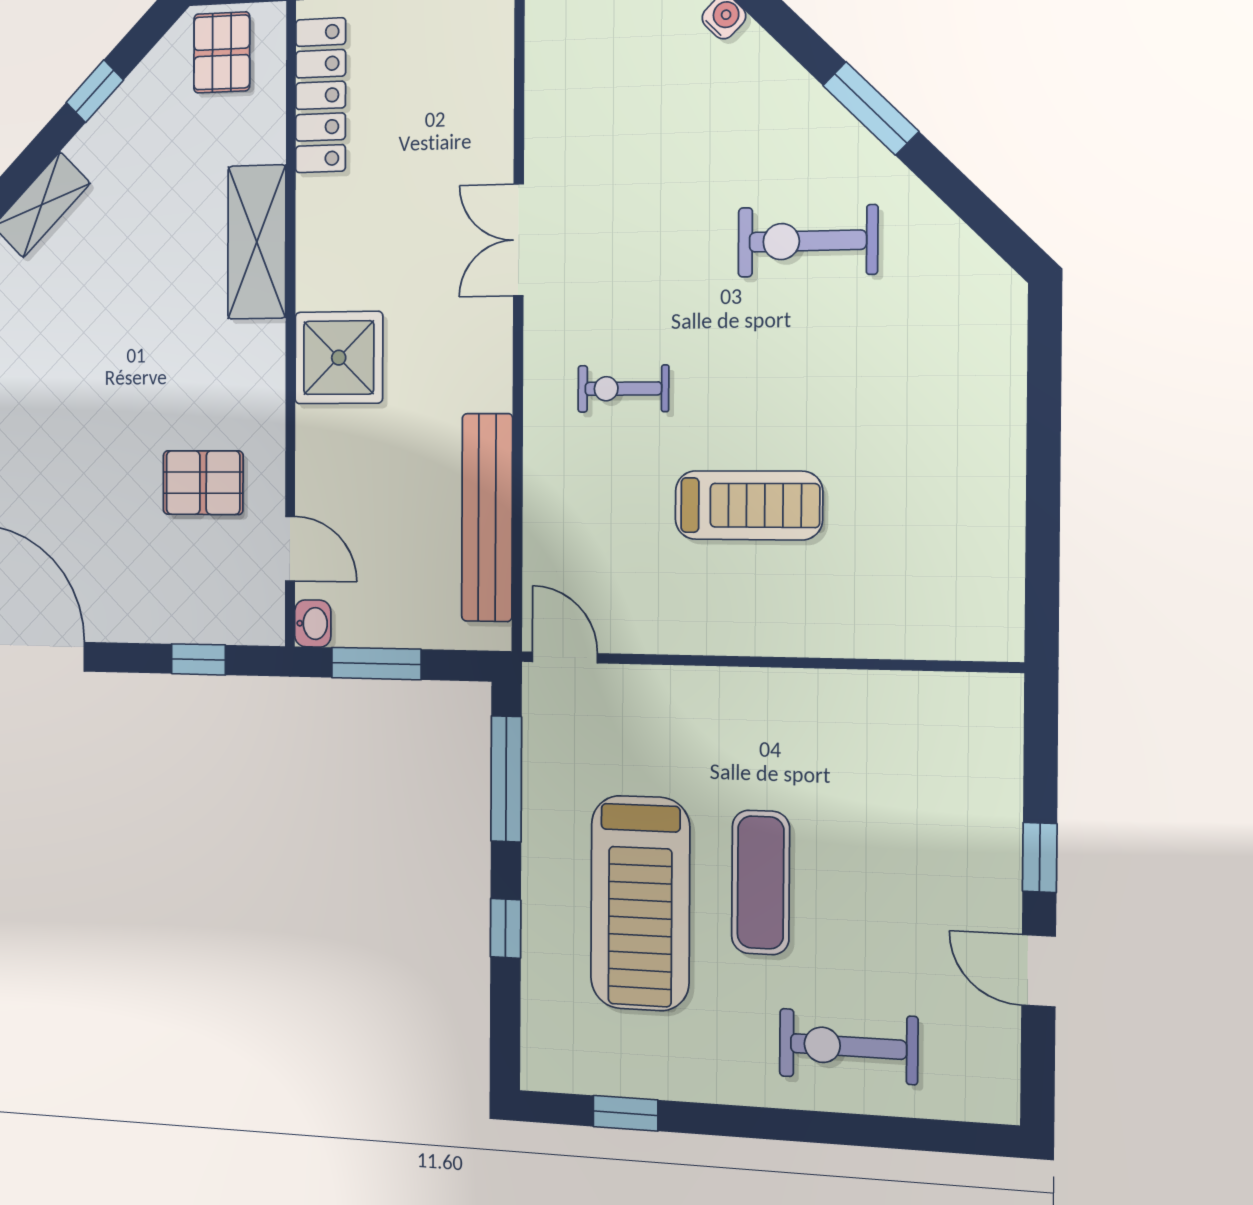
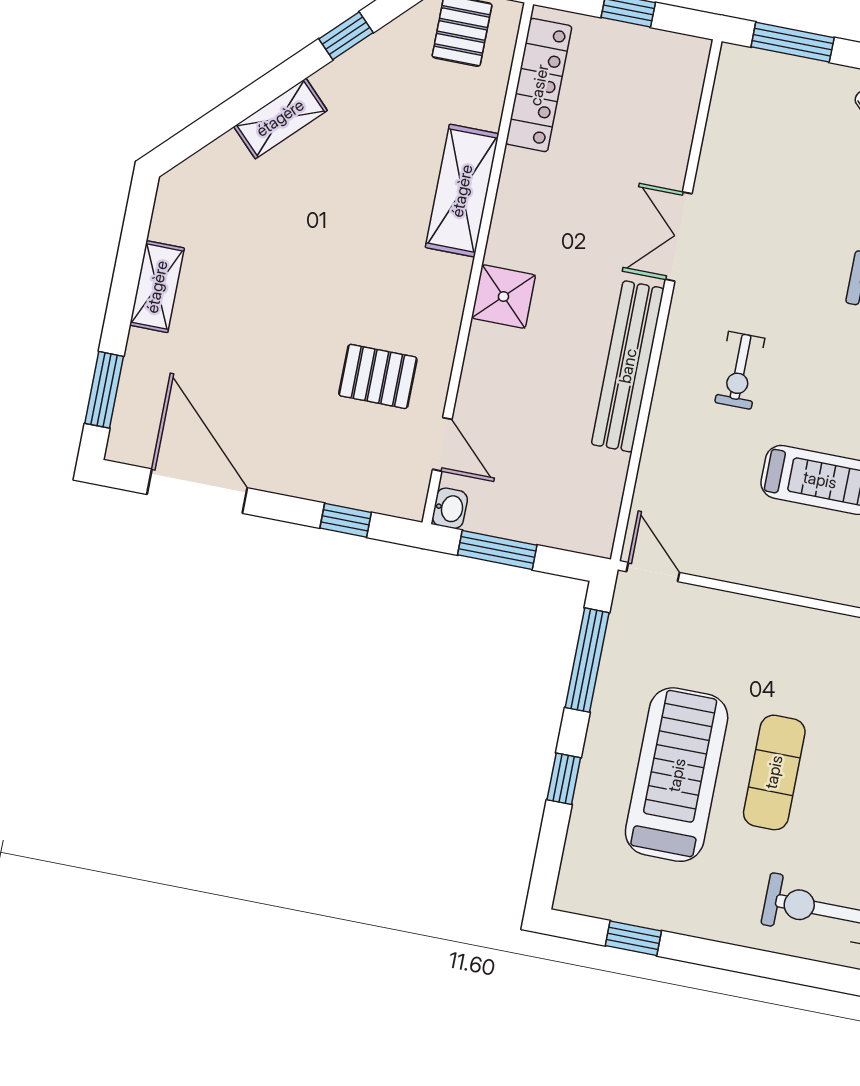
shower: (339, 358) -> (503, 296), width x0.73, depth x0.73
exercise bike: (623, 389) -> (740, 370), turned -90
bench: (487, 518) -> (628, 366), moved
treadmill: (640, 903) -> (677, 775), turned 180

